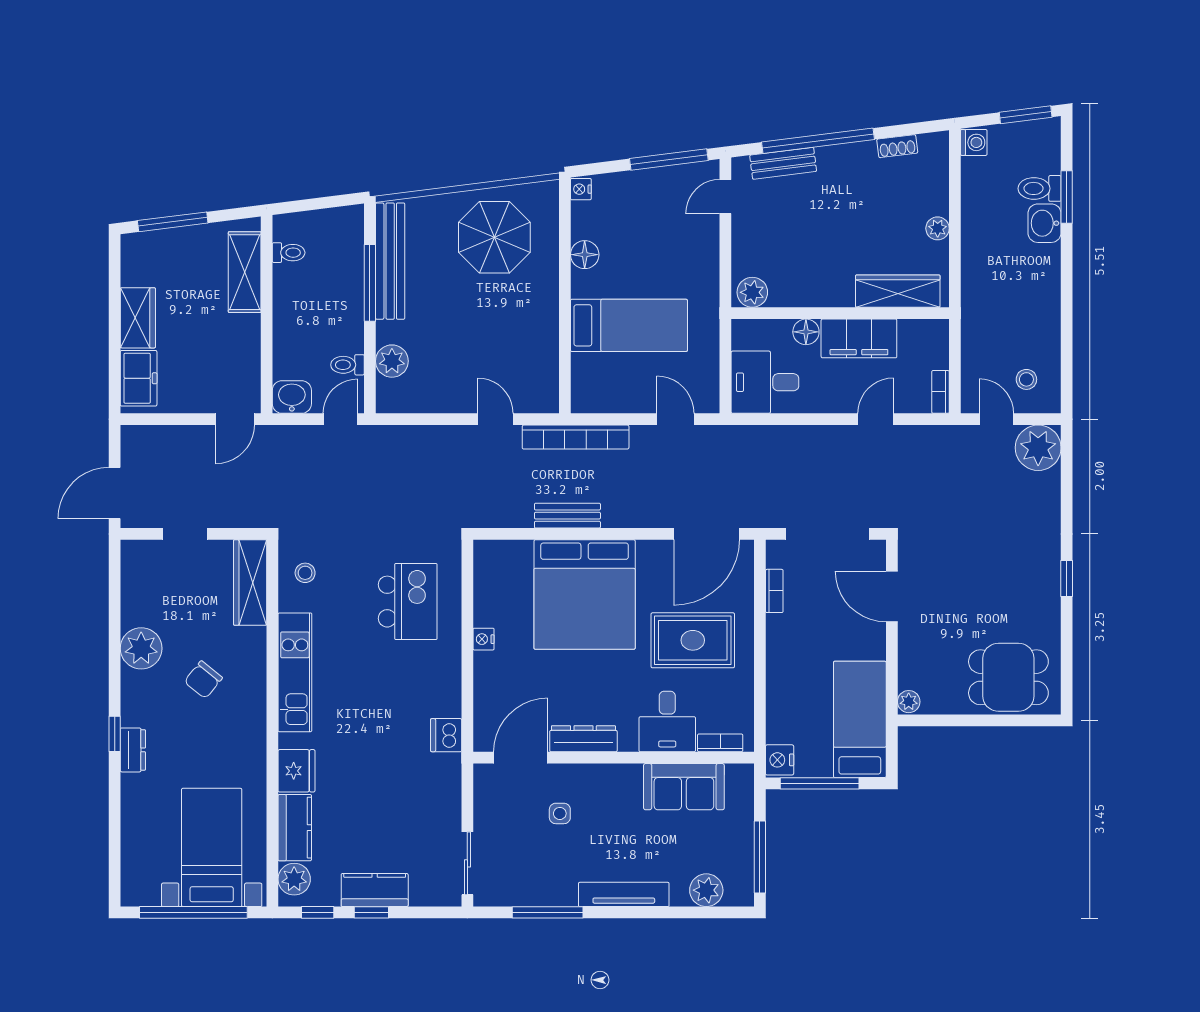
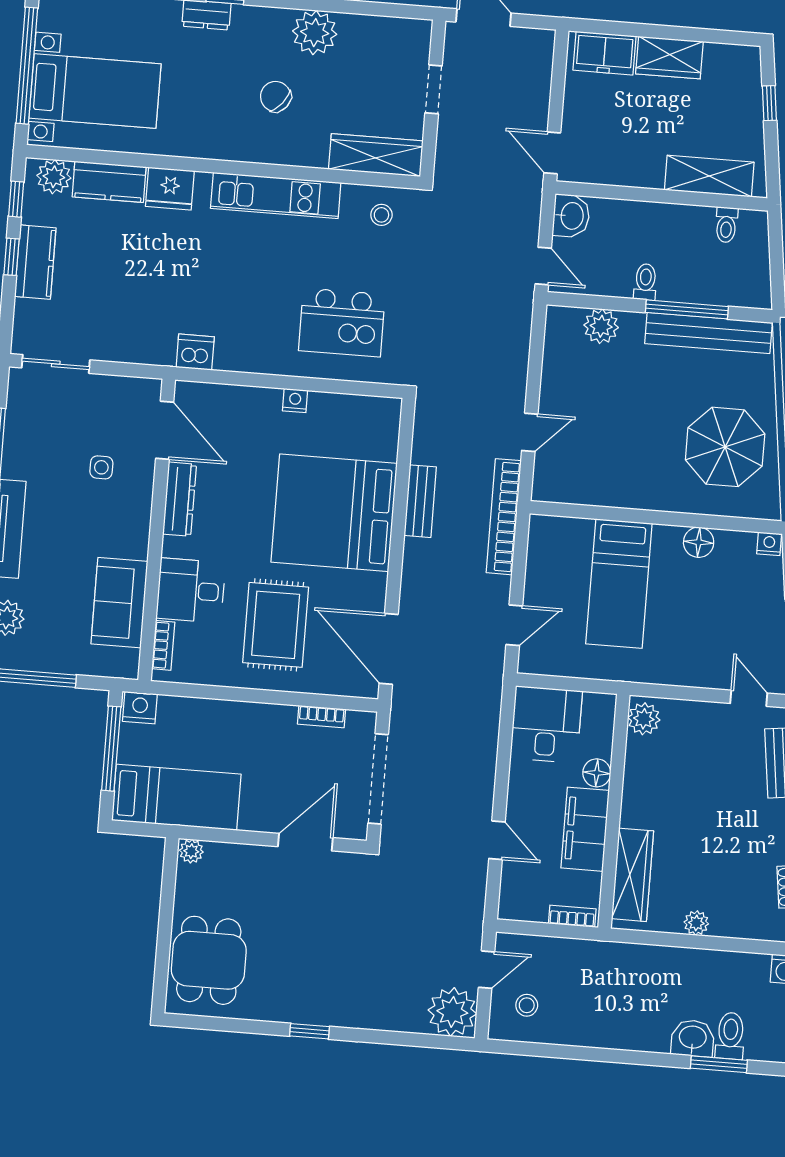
window: (173, 222) -> (769, 103), width x0.46
toilet: (348, 365) -> (645, 282), moved
bookcase: (941, 392) -> (572, 916), moved

